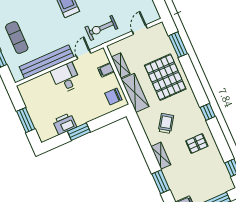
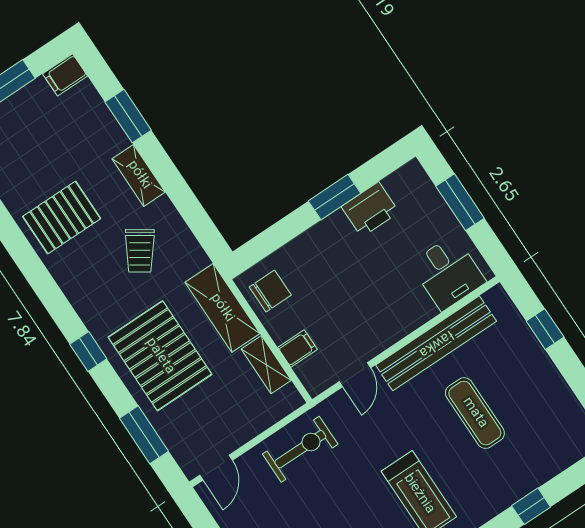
exercise bike: (101, 28) -> (300, 449), moved
door: (140, 30) -> (216, 468), moved
exercise mat: (17, 38) -> (475, 413), moved
desk: (66, 78) -> (448, 273), moved
window: (208, 112) -> (88, 351), moved
pallet: (197, 143) -> (62, 218), width x1.50, depth x1.42

